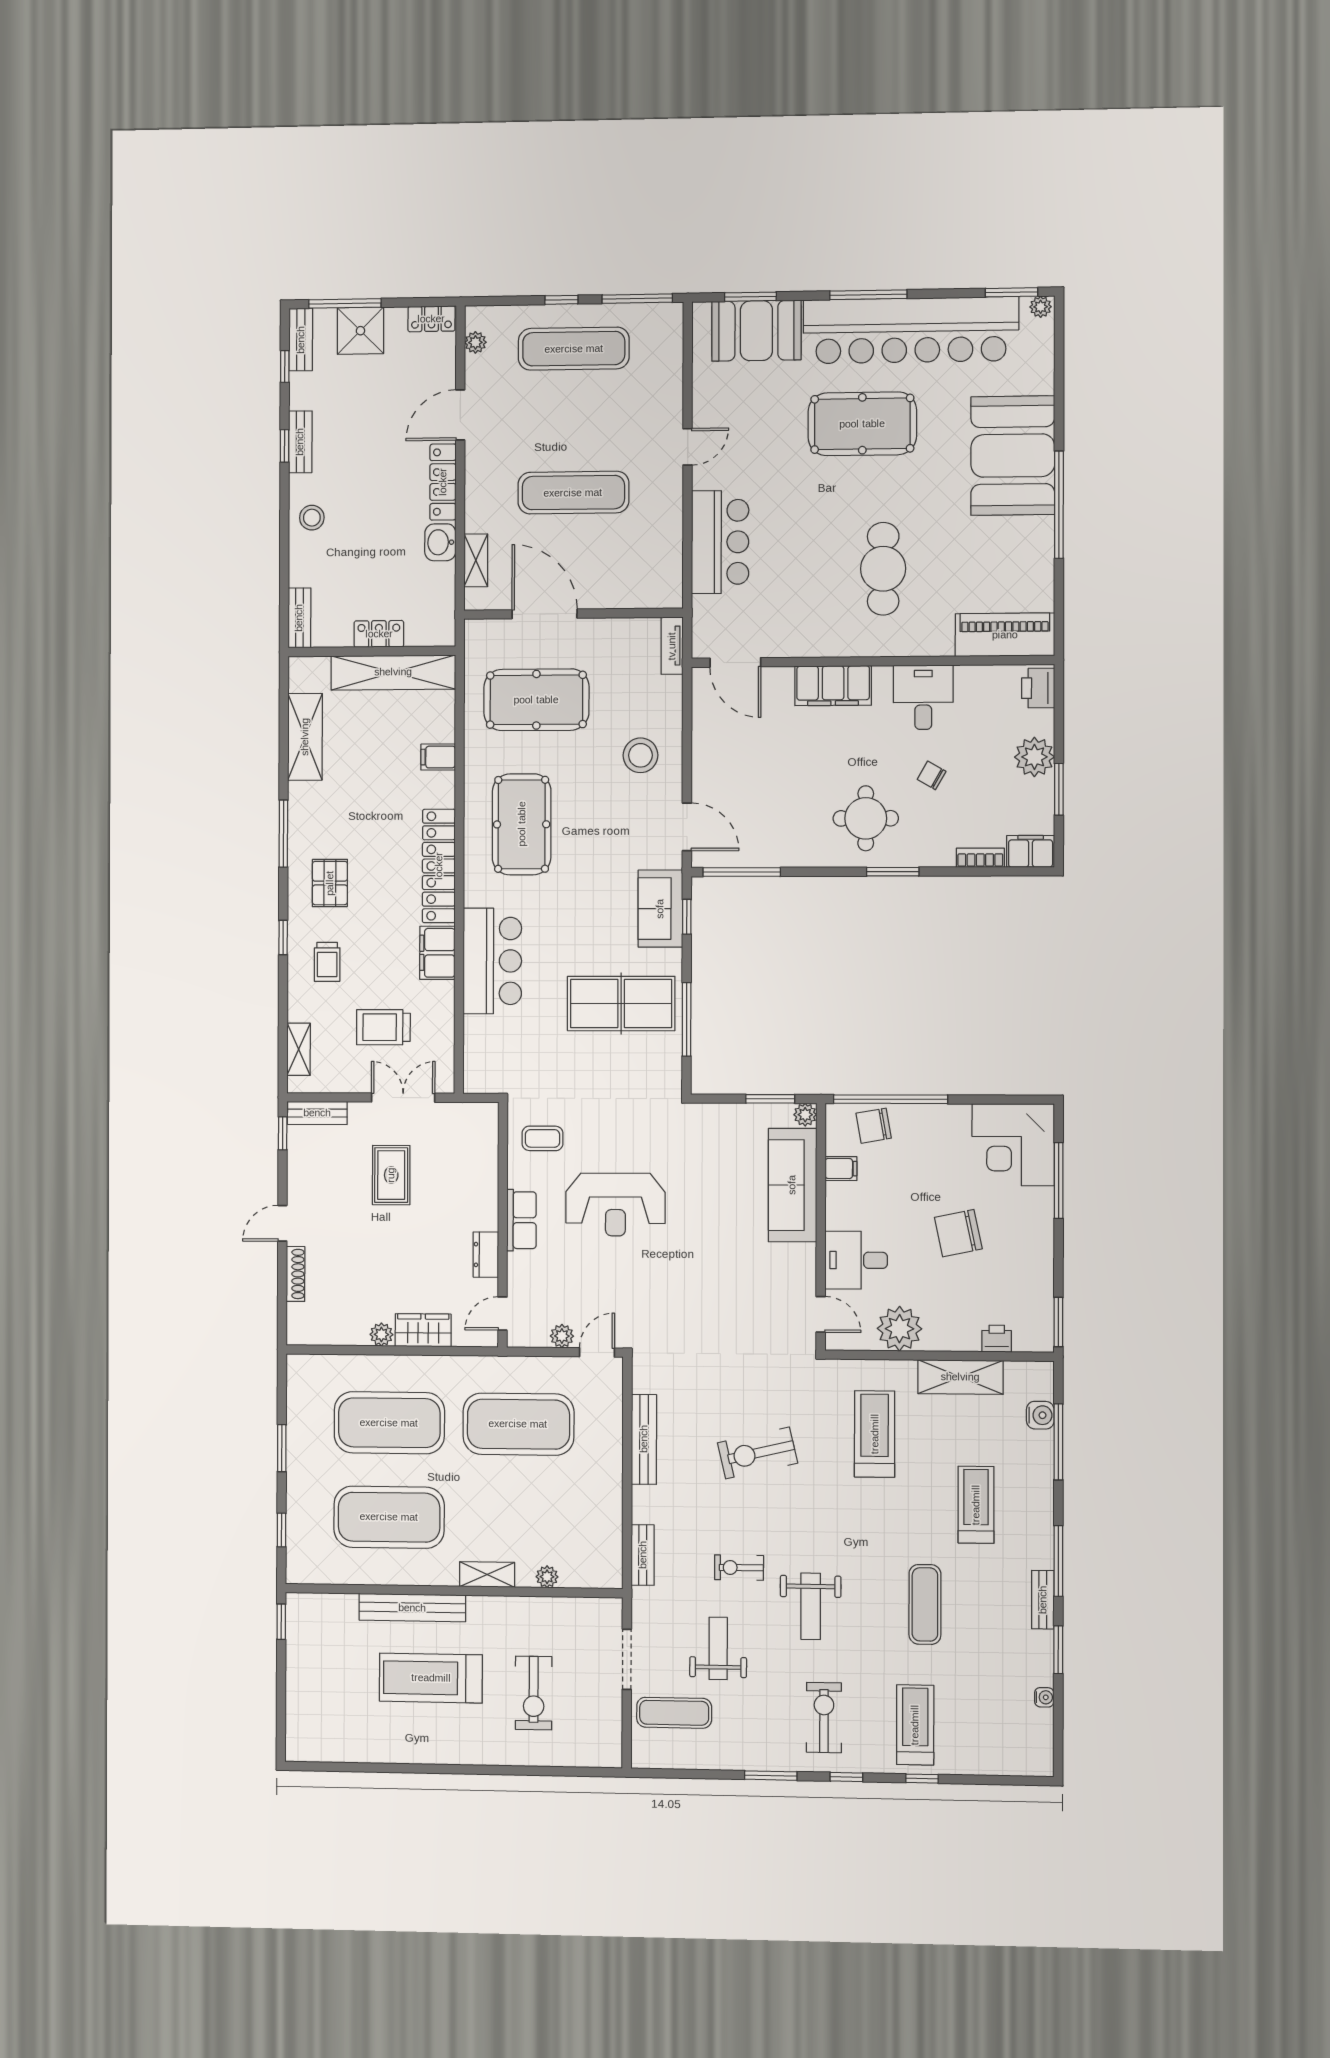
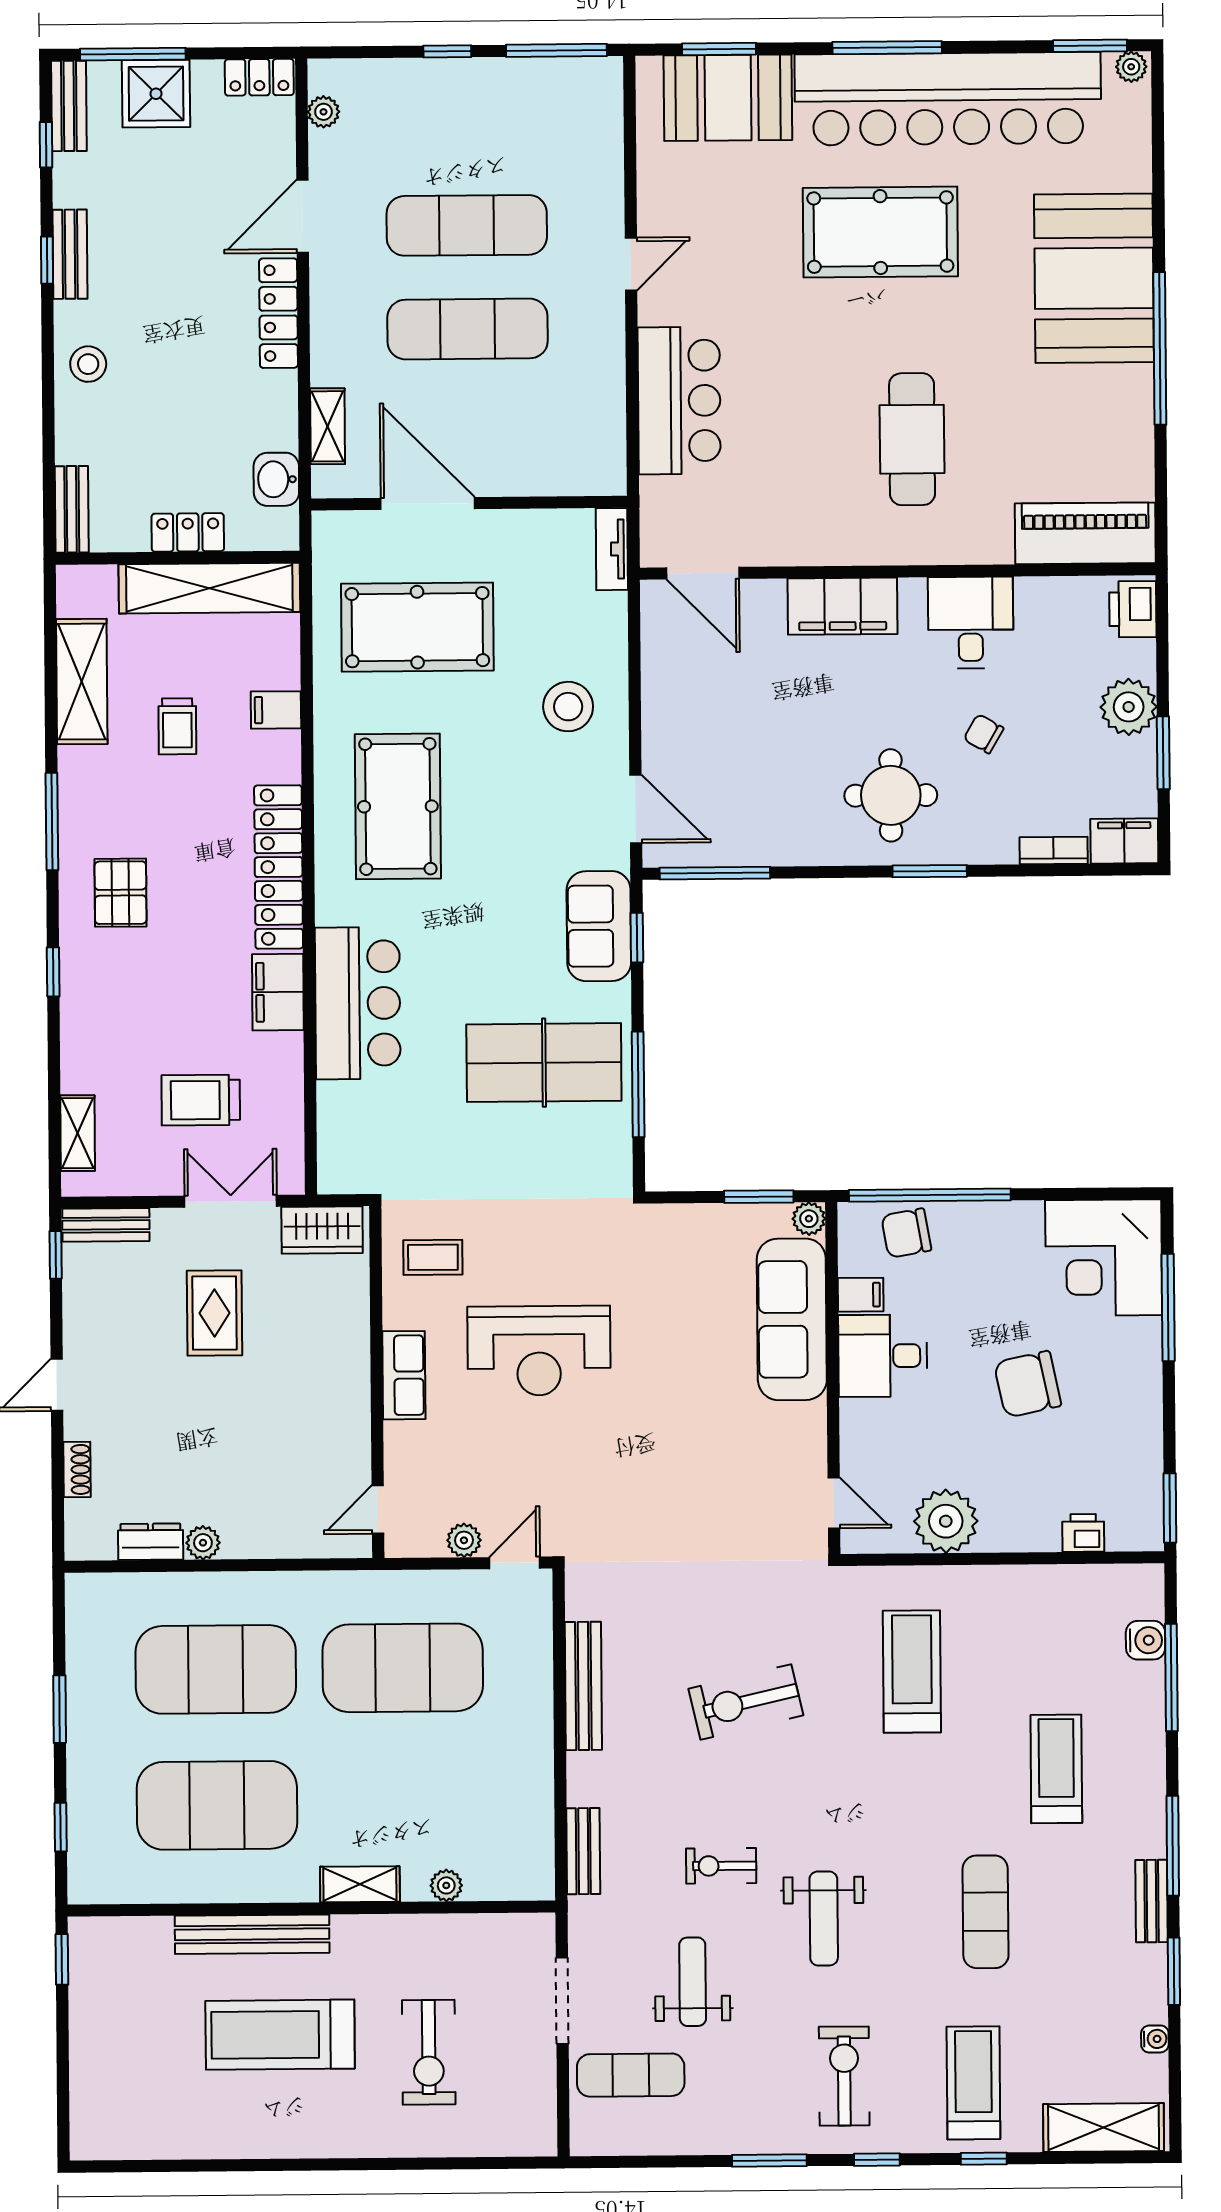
exercise mat: (574, 349) -> (467, 225), moved
washbasin: (440, 542) -> (276, 479), moved
trolley: (327, 962) -> (177, 726), moved
dresser: (486, 1255) -> (151, 1542), moved, turned 90
desk: (856, 1260) -> (883, 1356), moved
shoe rack: (296, 1274) -> (77, 1469), width x0.70
wardrobe: (423, 1330) -> (322, 1230), moved, turned 180
shelving: (960, 1377) -> (1104, 2128), moved

